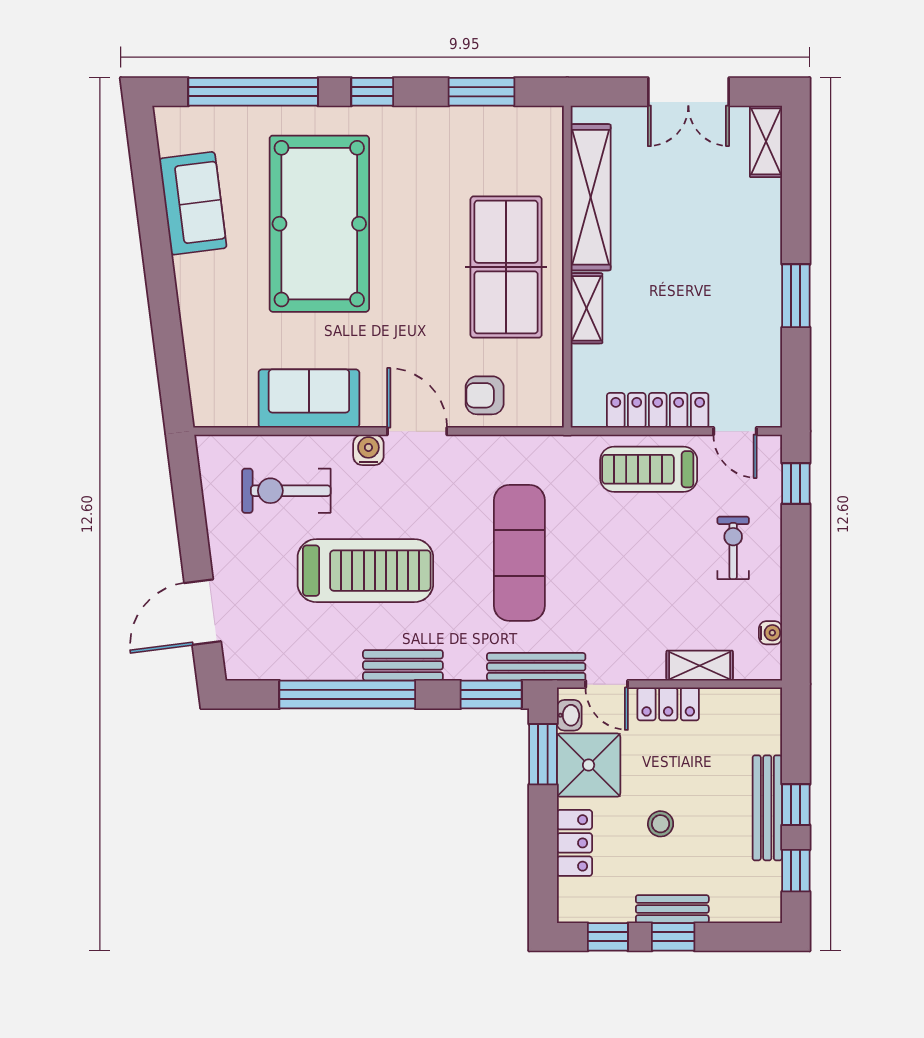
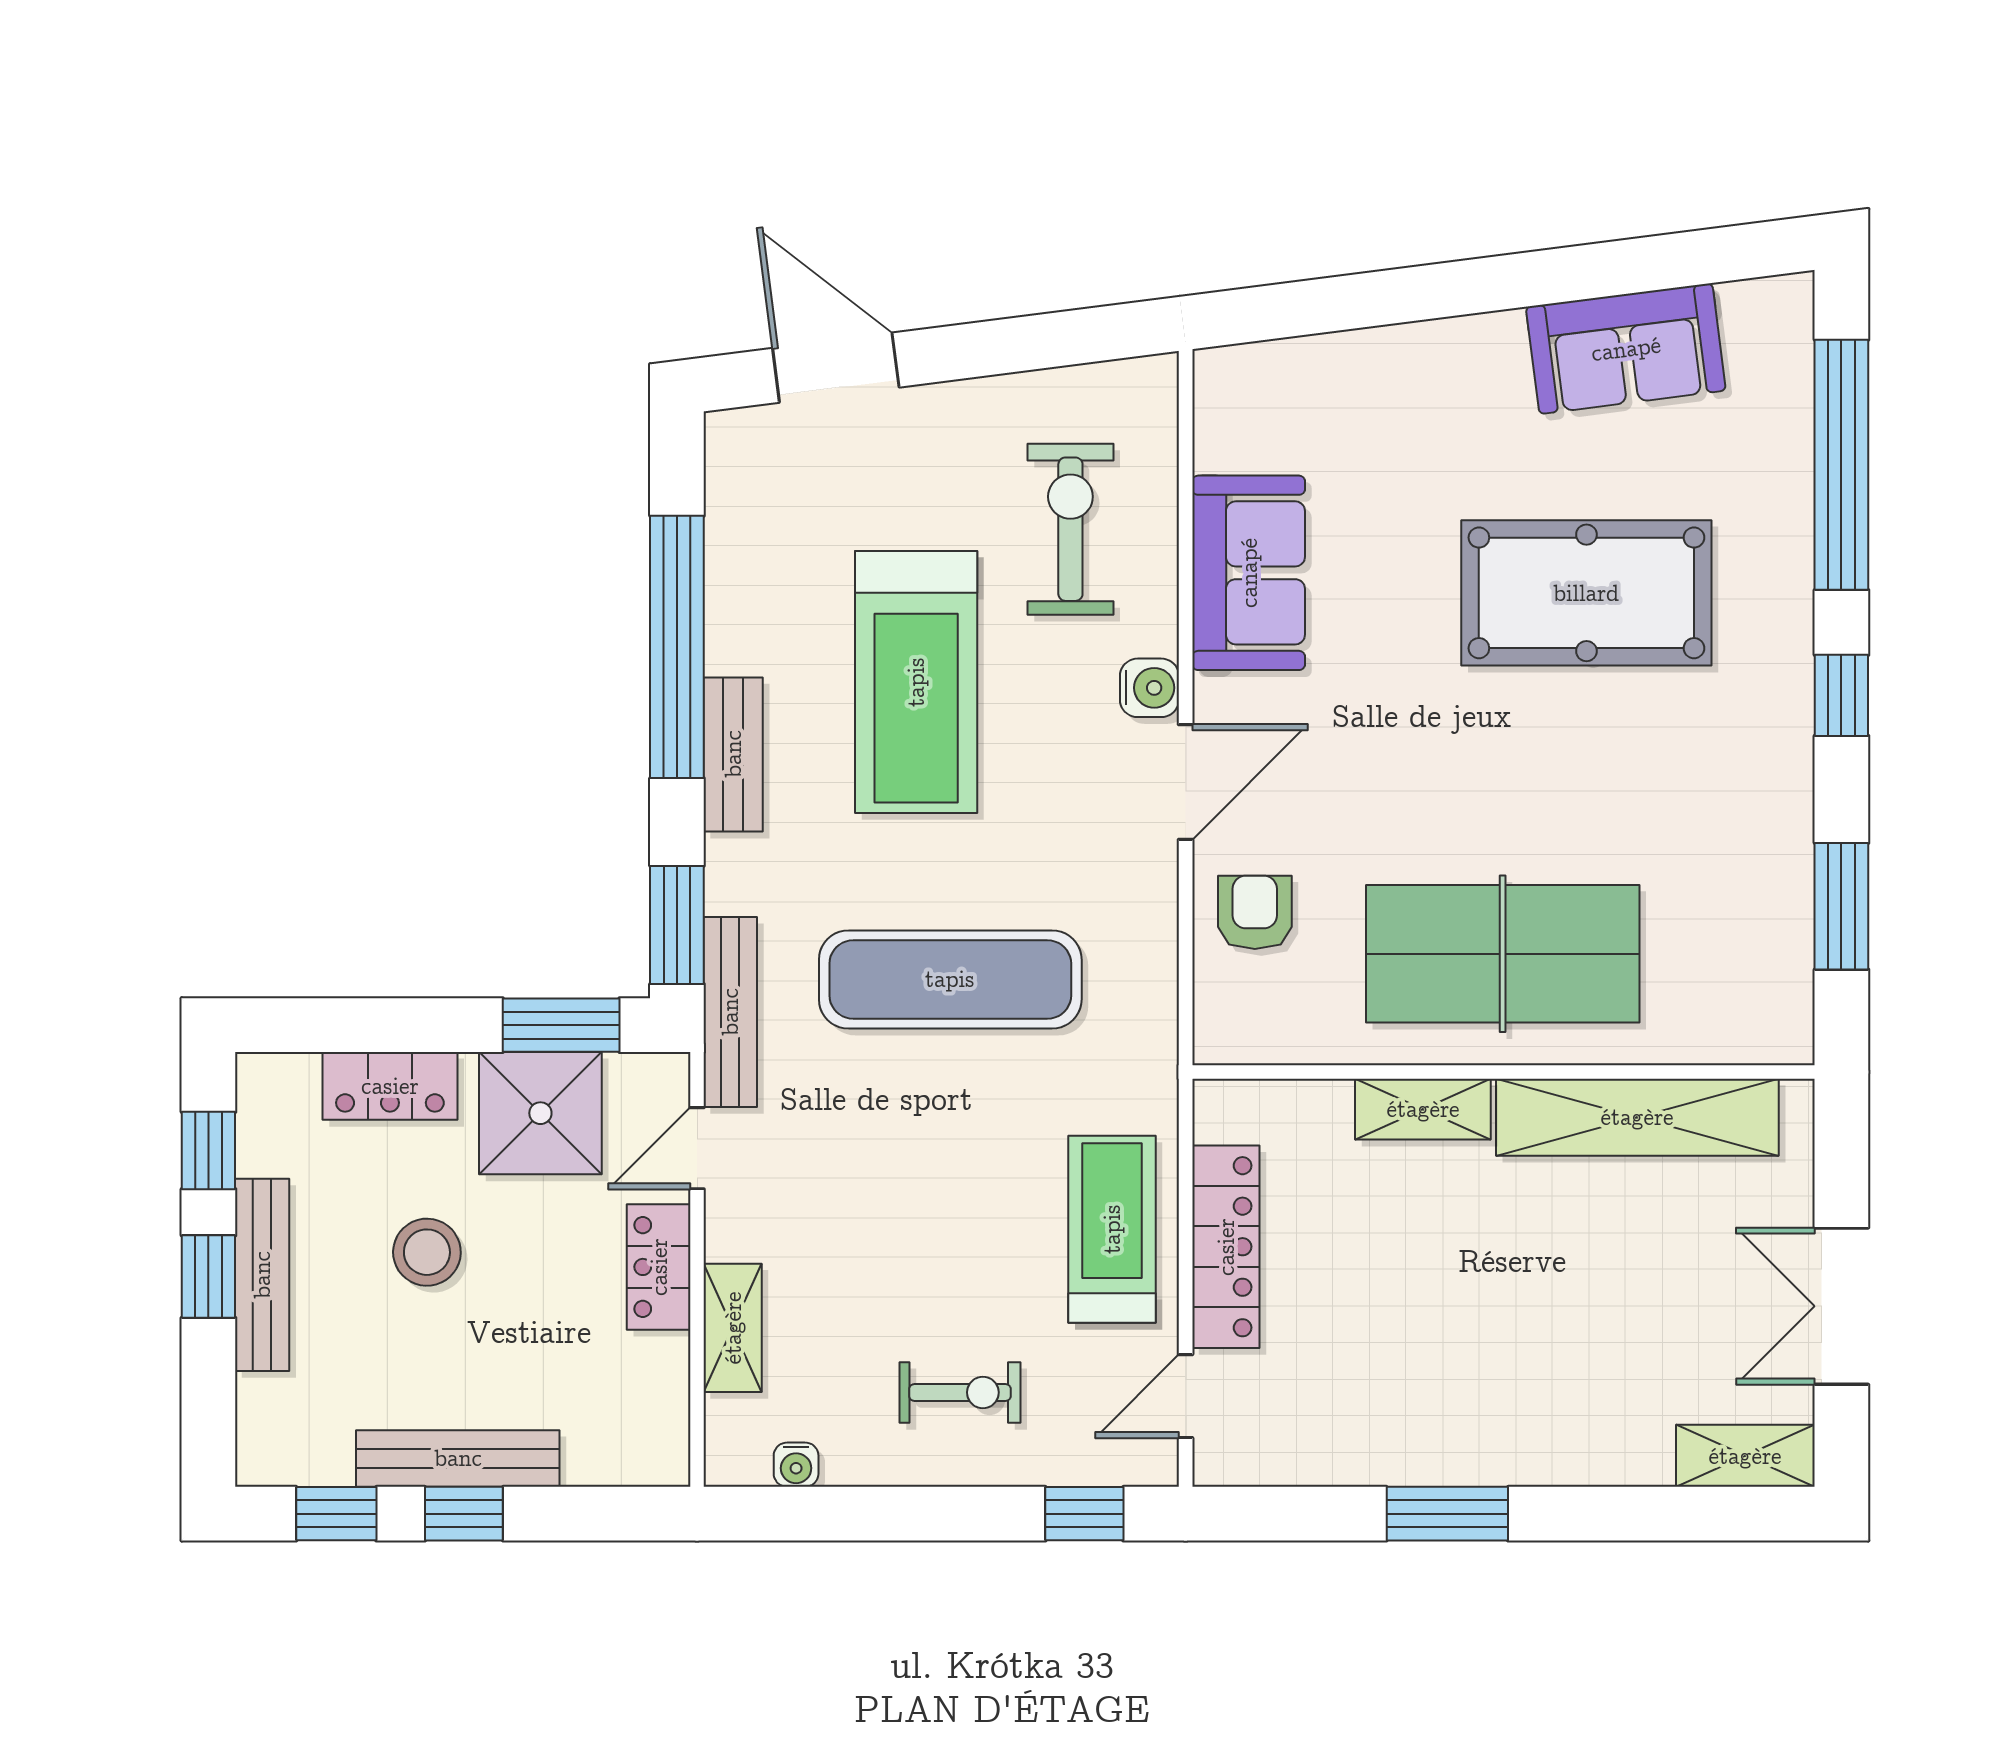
pool table: (319, 224) -> (1586, 593), width x0.73, depth x0.76
washbasin: (569, 715) -> (637, 1076), removed
stool: (661, 824) -> (427, 1252), width x1.37, depth x1.37
bench: (672, 909) -> (262, 1275), width x1.36

